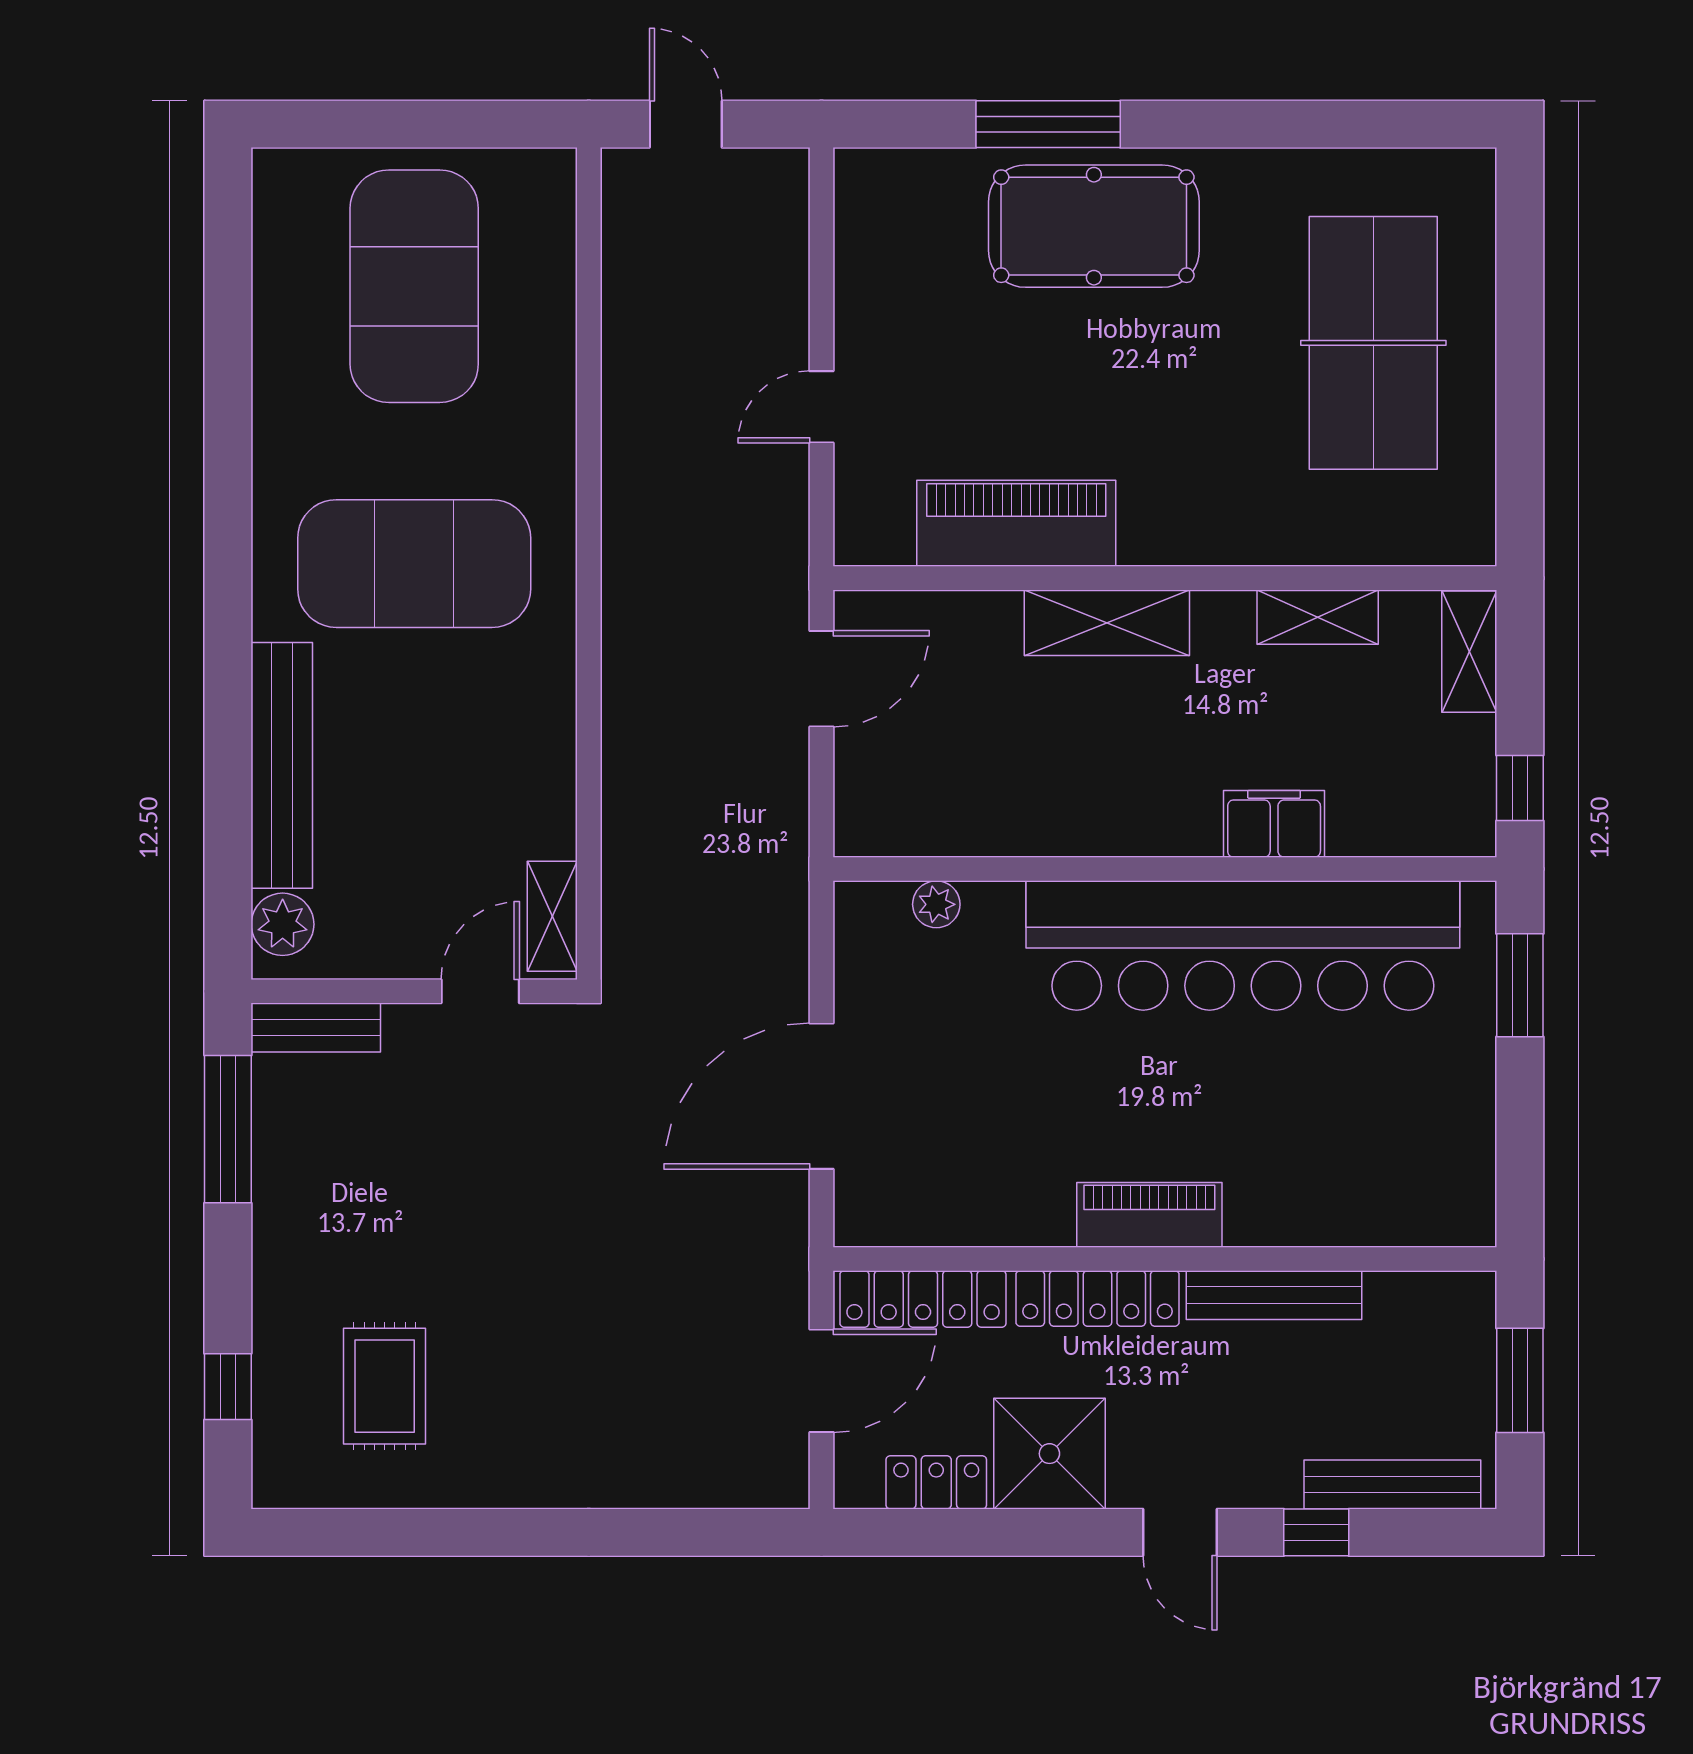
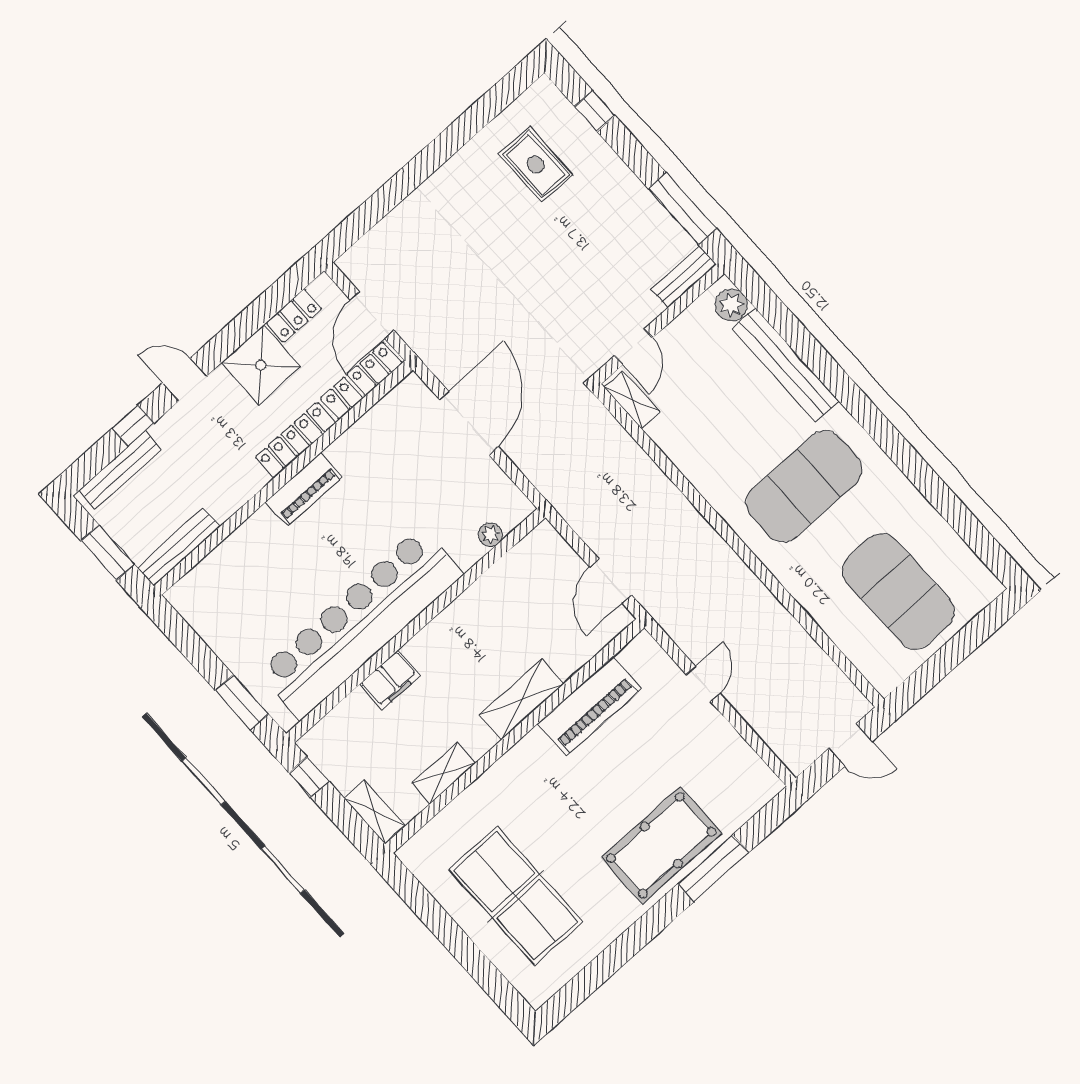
bench: (1274, 1295) -> (179, 547), moved

